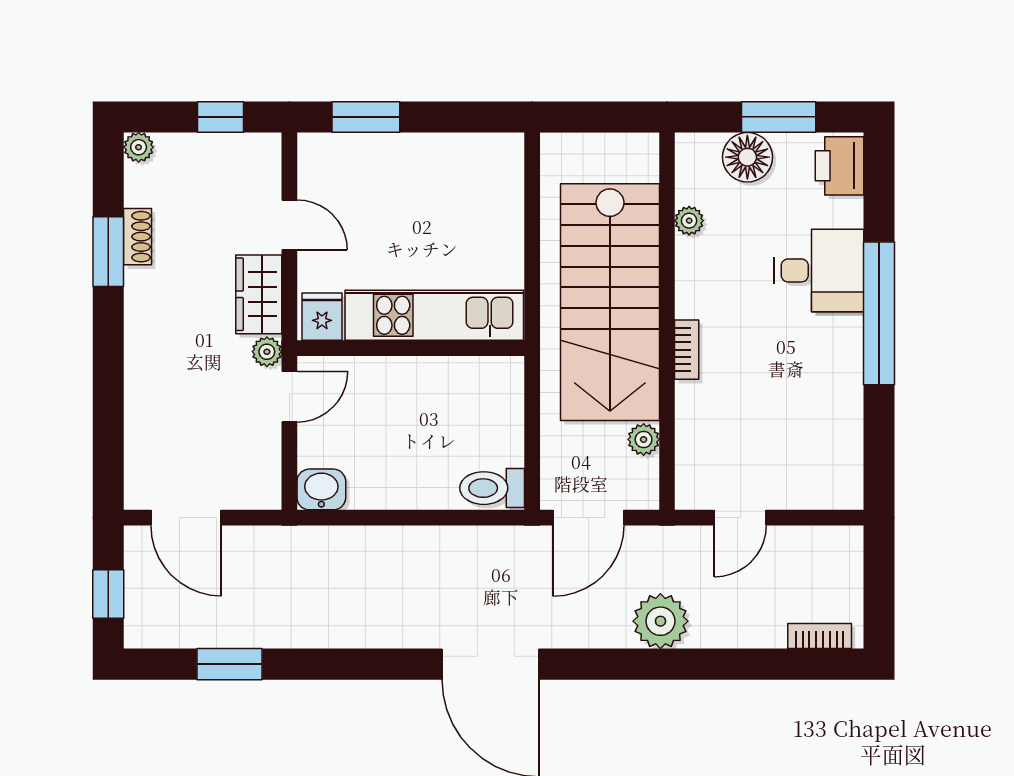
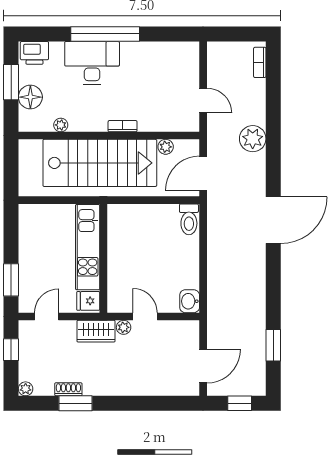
door: (289, 225) -> (47, 317), moved
desk: (819, 270) -> (92, 63), width x1.37
kitchen unit: (434, 315) -> (88, 247), moved
fridge: (322, 317) -> (88, 301), moved
wall: (411, 348) -> (103, 258), moved
door: (588, 518) -> (203, 173), swing flipped

